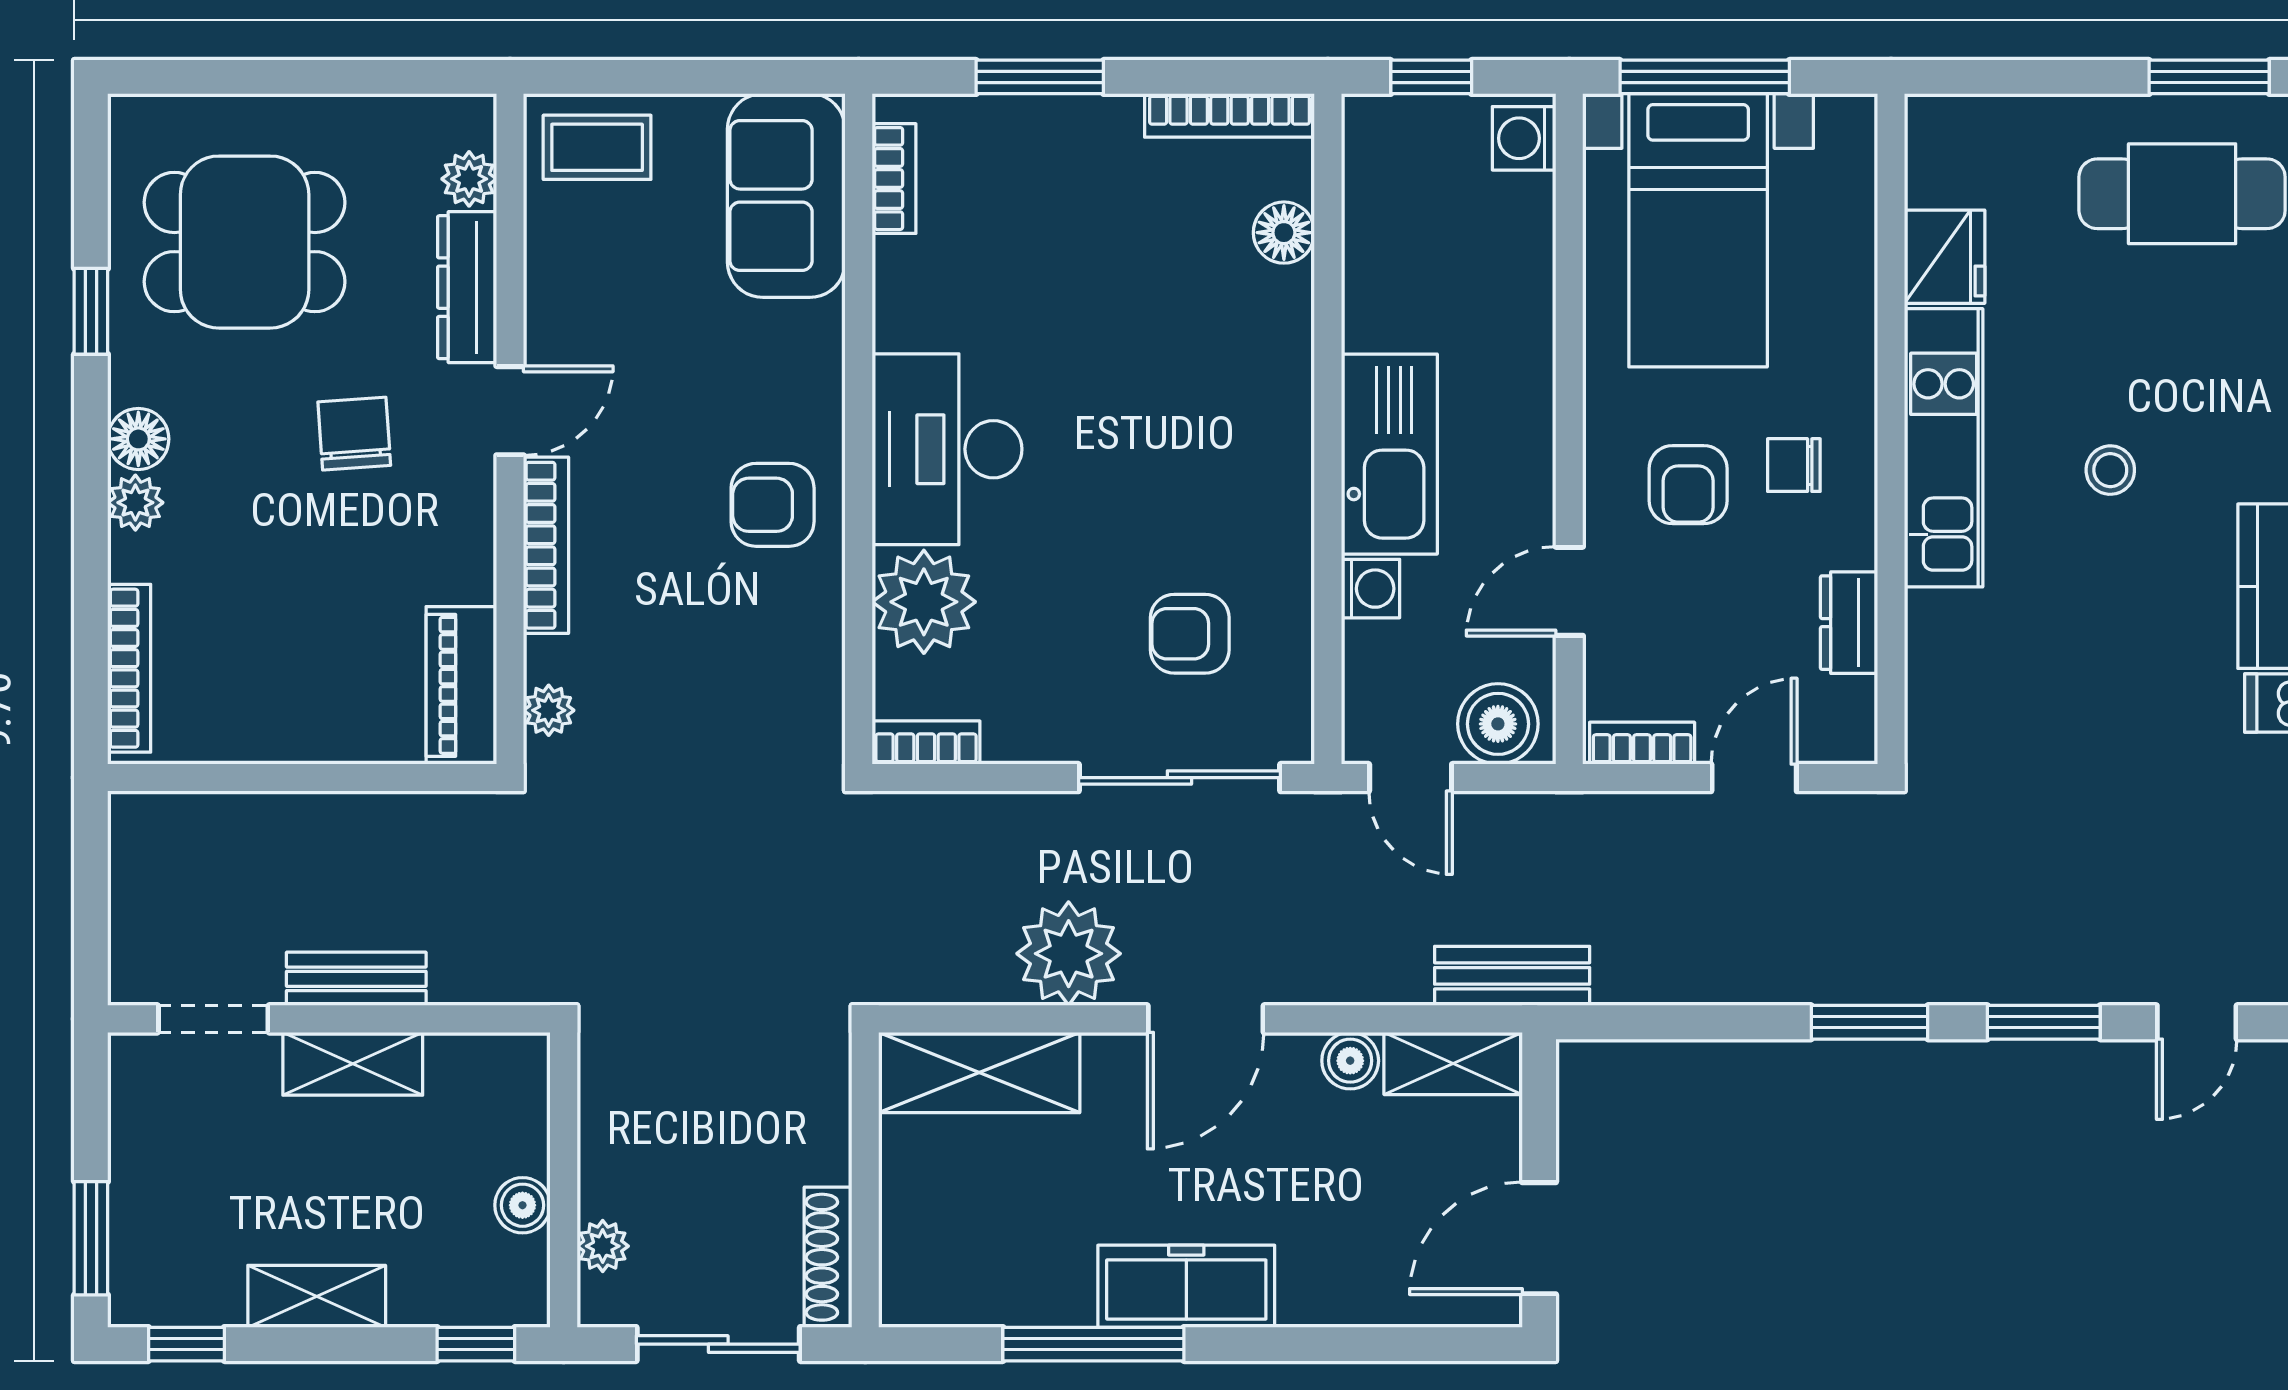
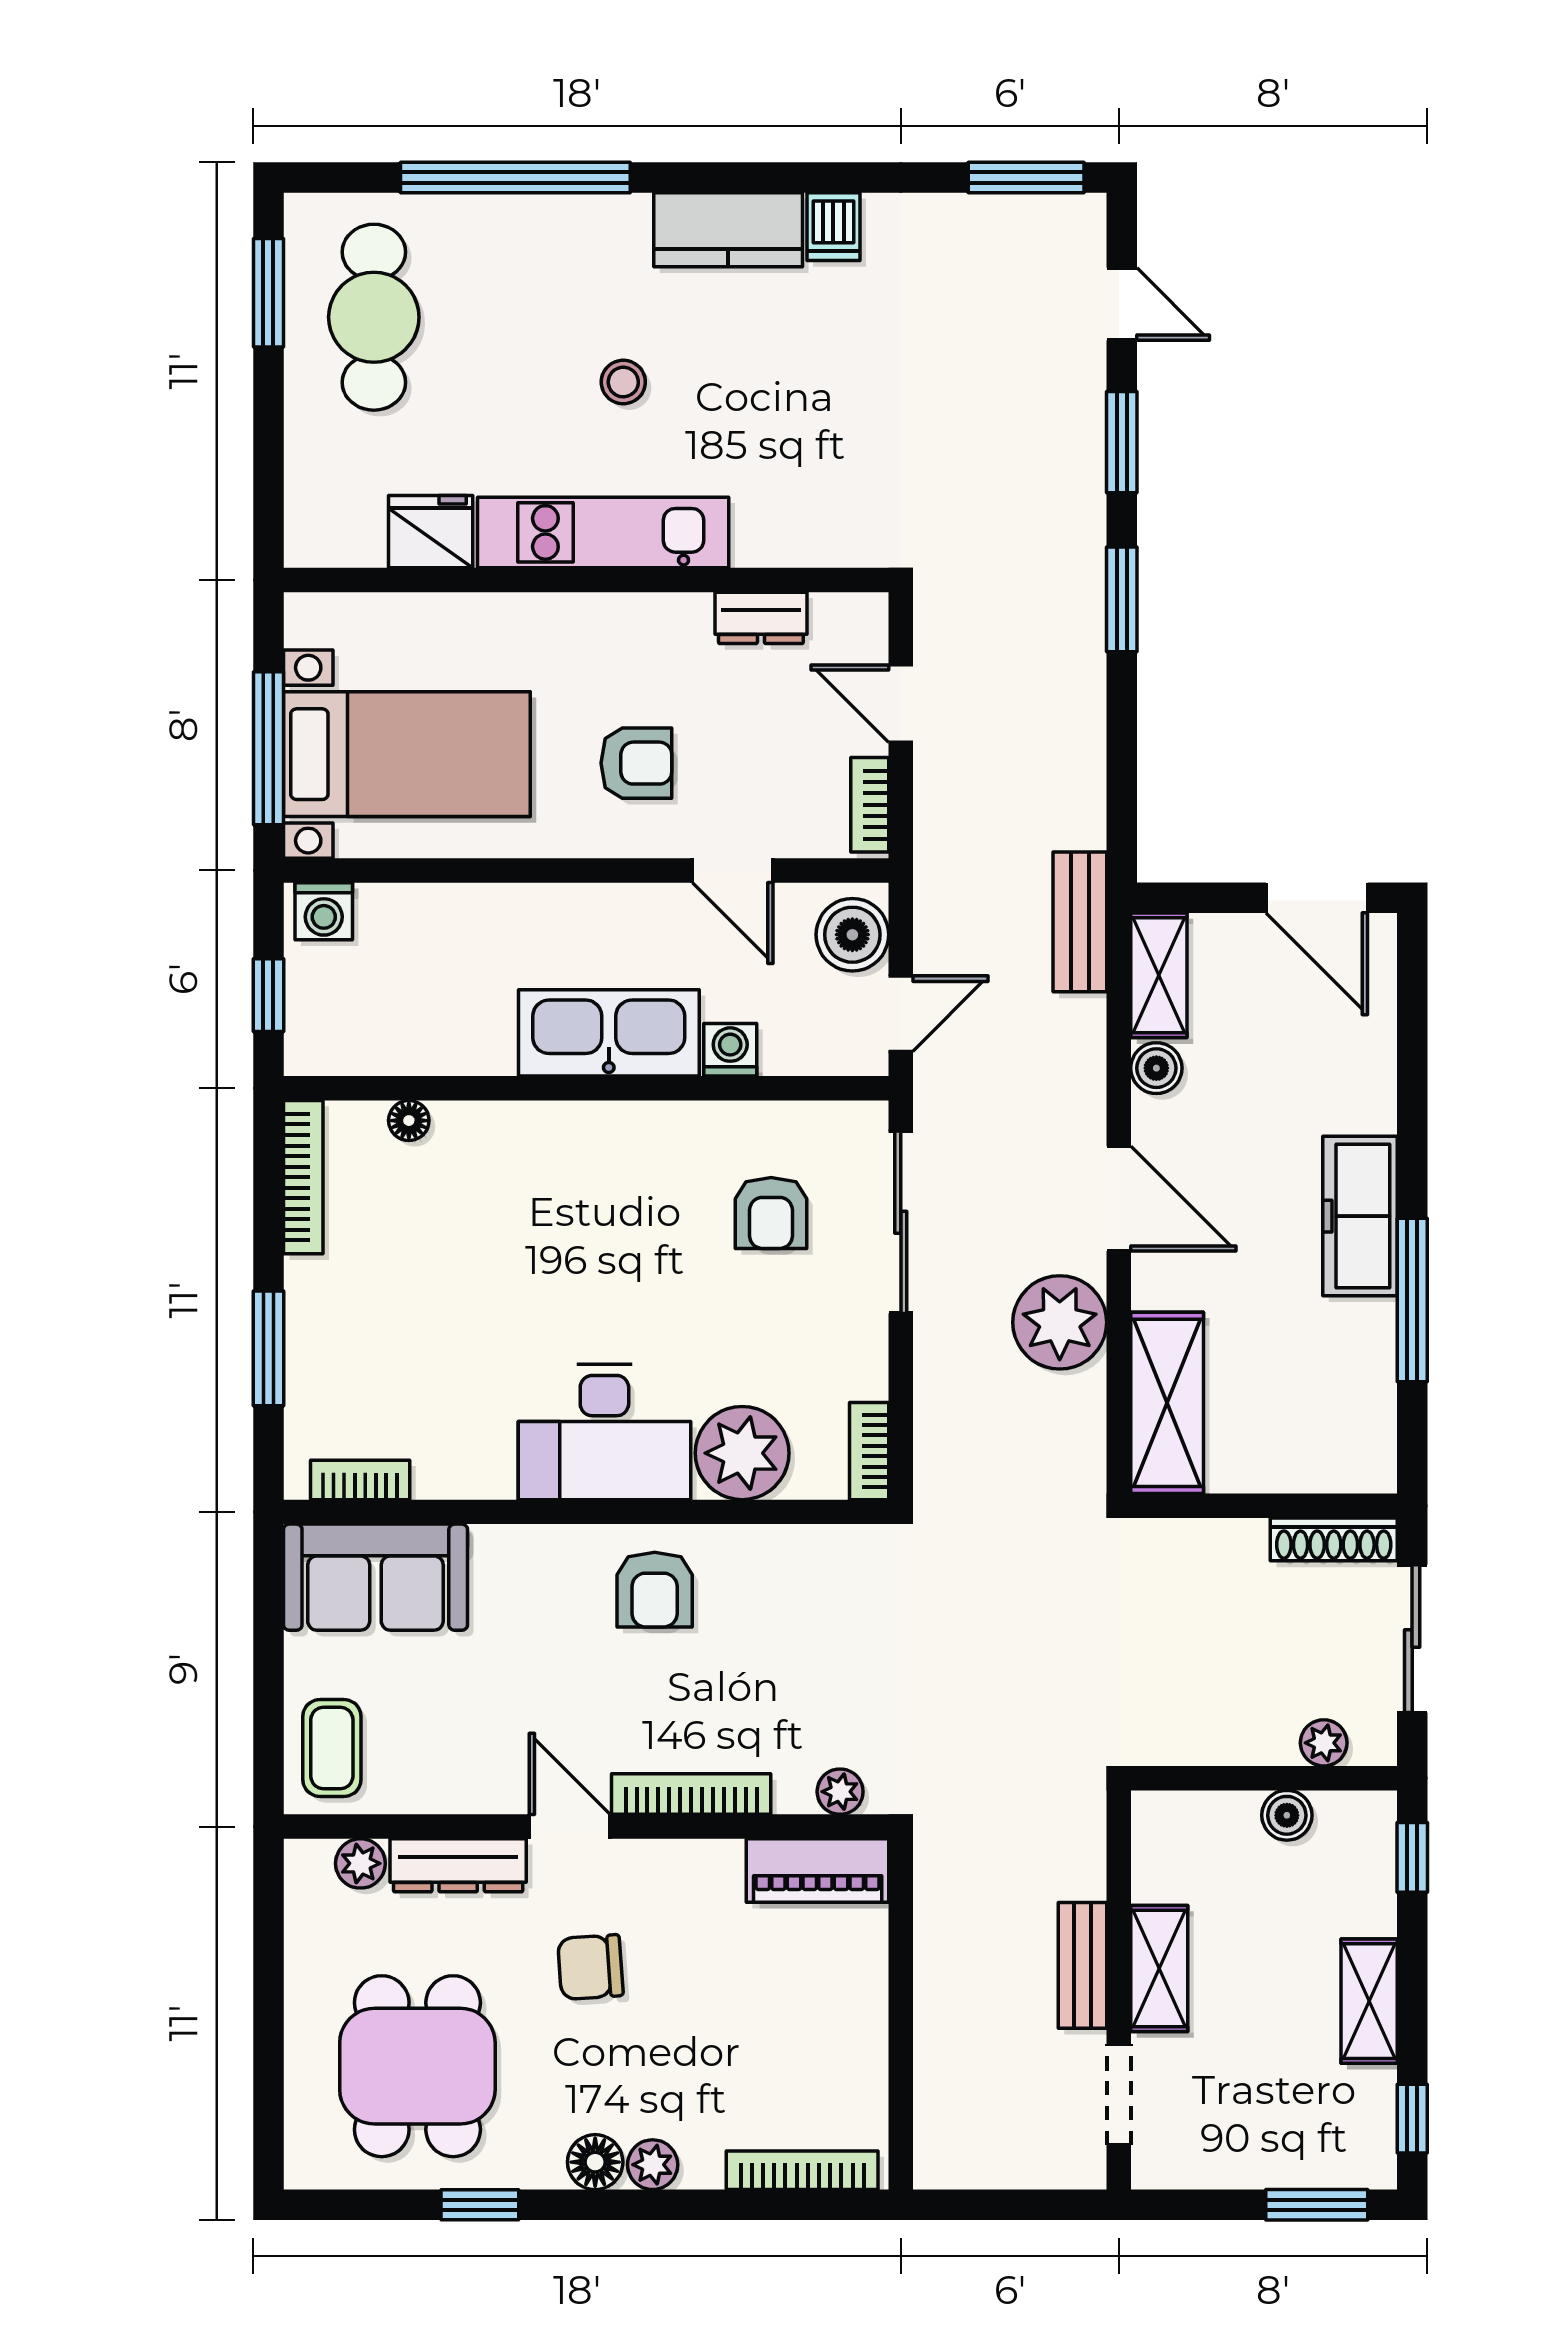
floor lamp: (1284, 233) -> (409, 1121), width x0.73, depth x0.73
chair: (1794, 465) -> (619, 668), removed

